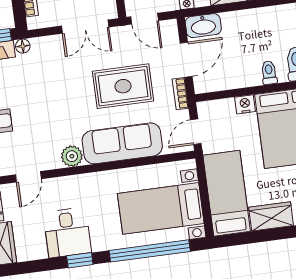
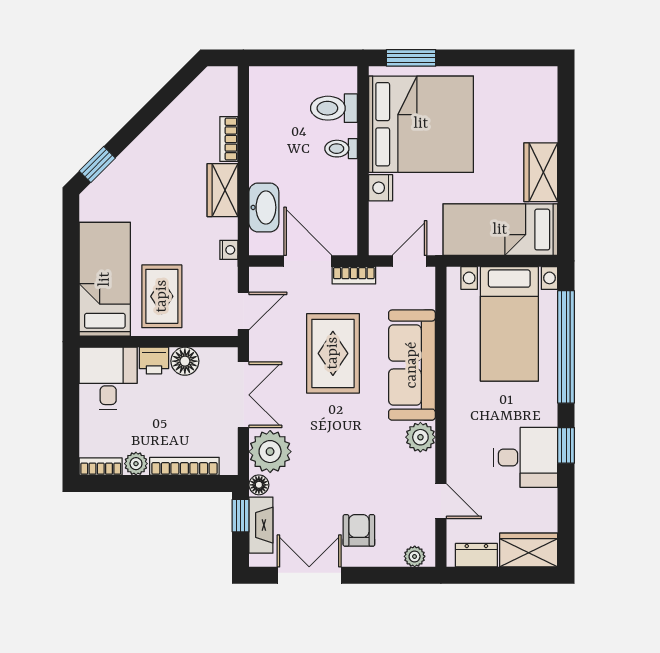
washbasin: (203, 26) -> (264, 207), moved
plant: (47, 51) -> (270, 452), added
door: (196, 132) -> (409, 261), swing flipped

